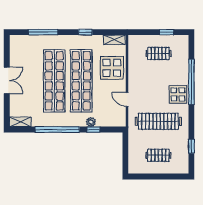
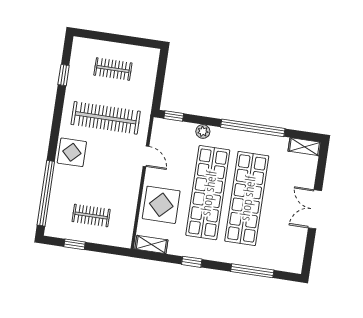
window: (191, 82) -> (46, 193), moved
window: (93, 130) -> (174, 116), moved

